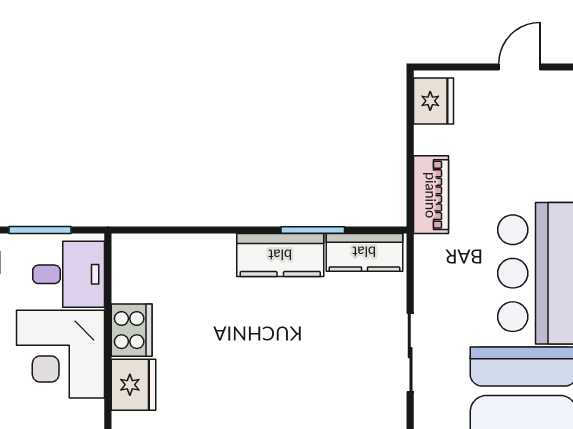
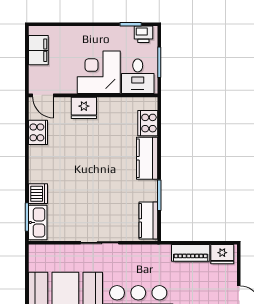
piano: (431, 195) -> (191, 253), moved
kitchen counter: (280, 255) -> (147, 158), moved
cooker: (132, 330) -> (148, 123), moved, turned 90

